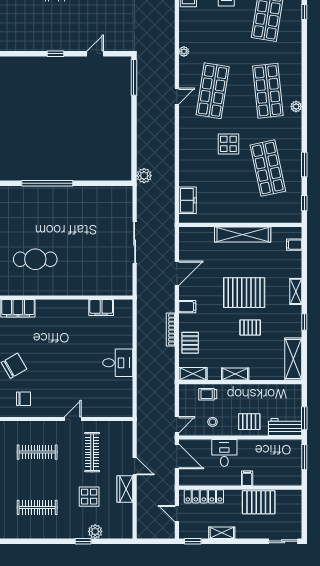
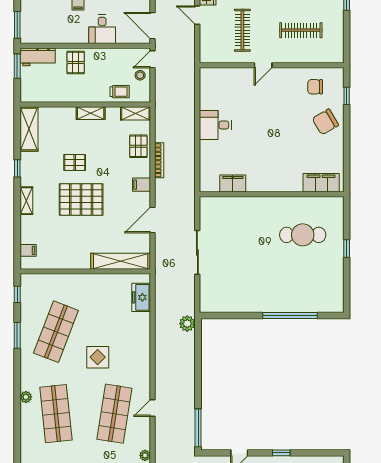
shop shelf: (268, 168) -> (56, 332), turned 33
shelving: (243, 234) -> (121, 261), moved
stool: (213, 422) -> (140, 75), moved
pallet: (249, 422) -> (76, 62), turned 90

